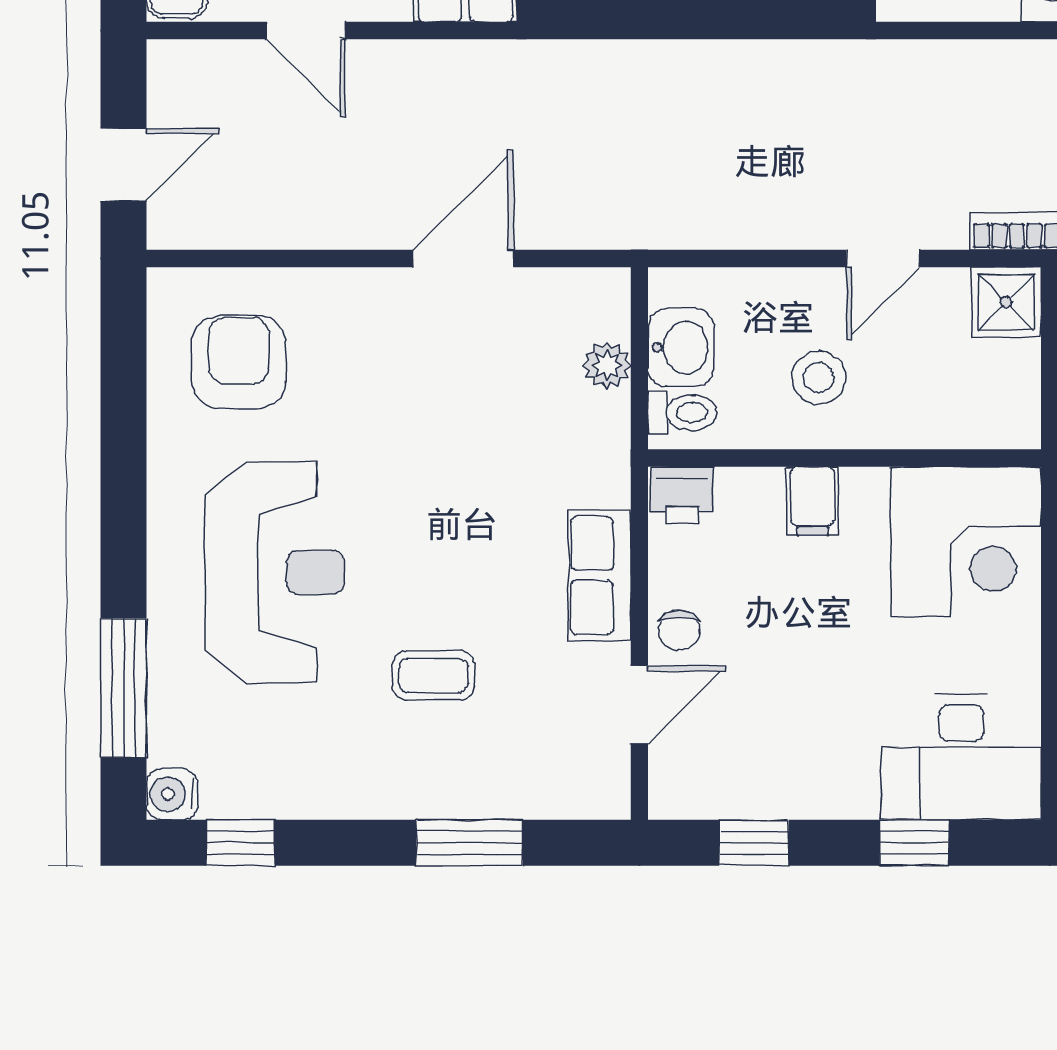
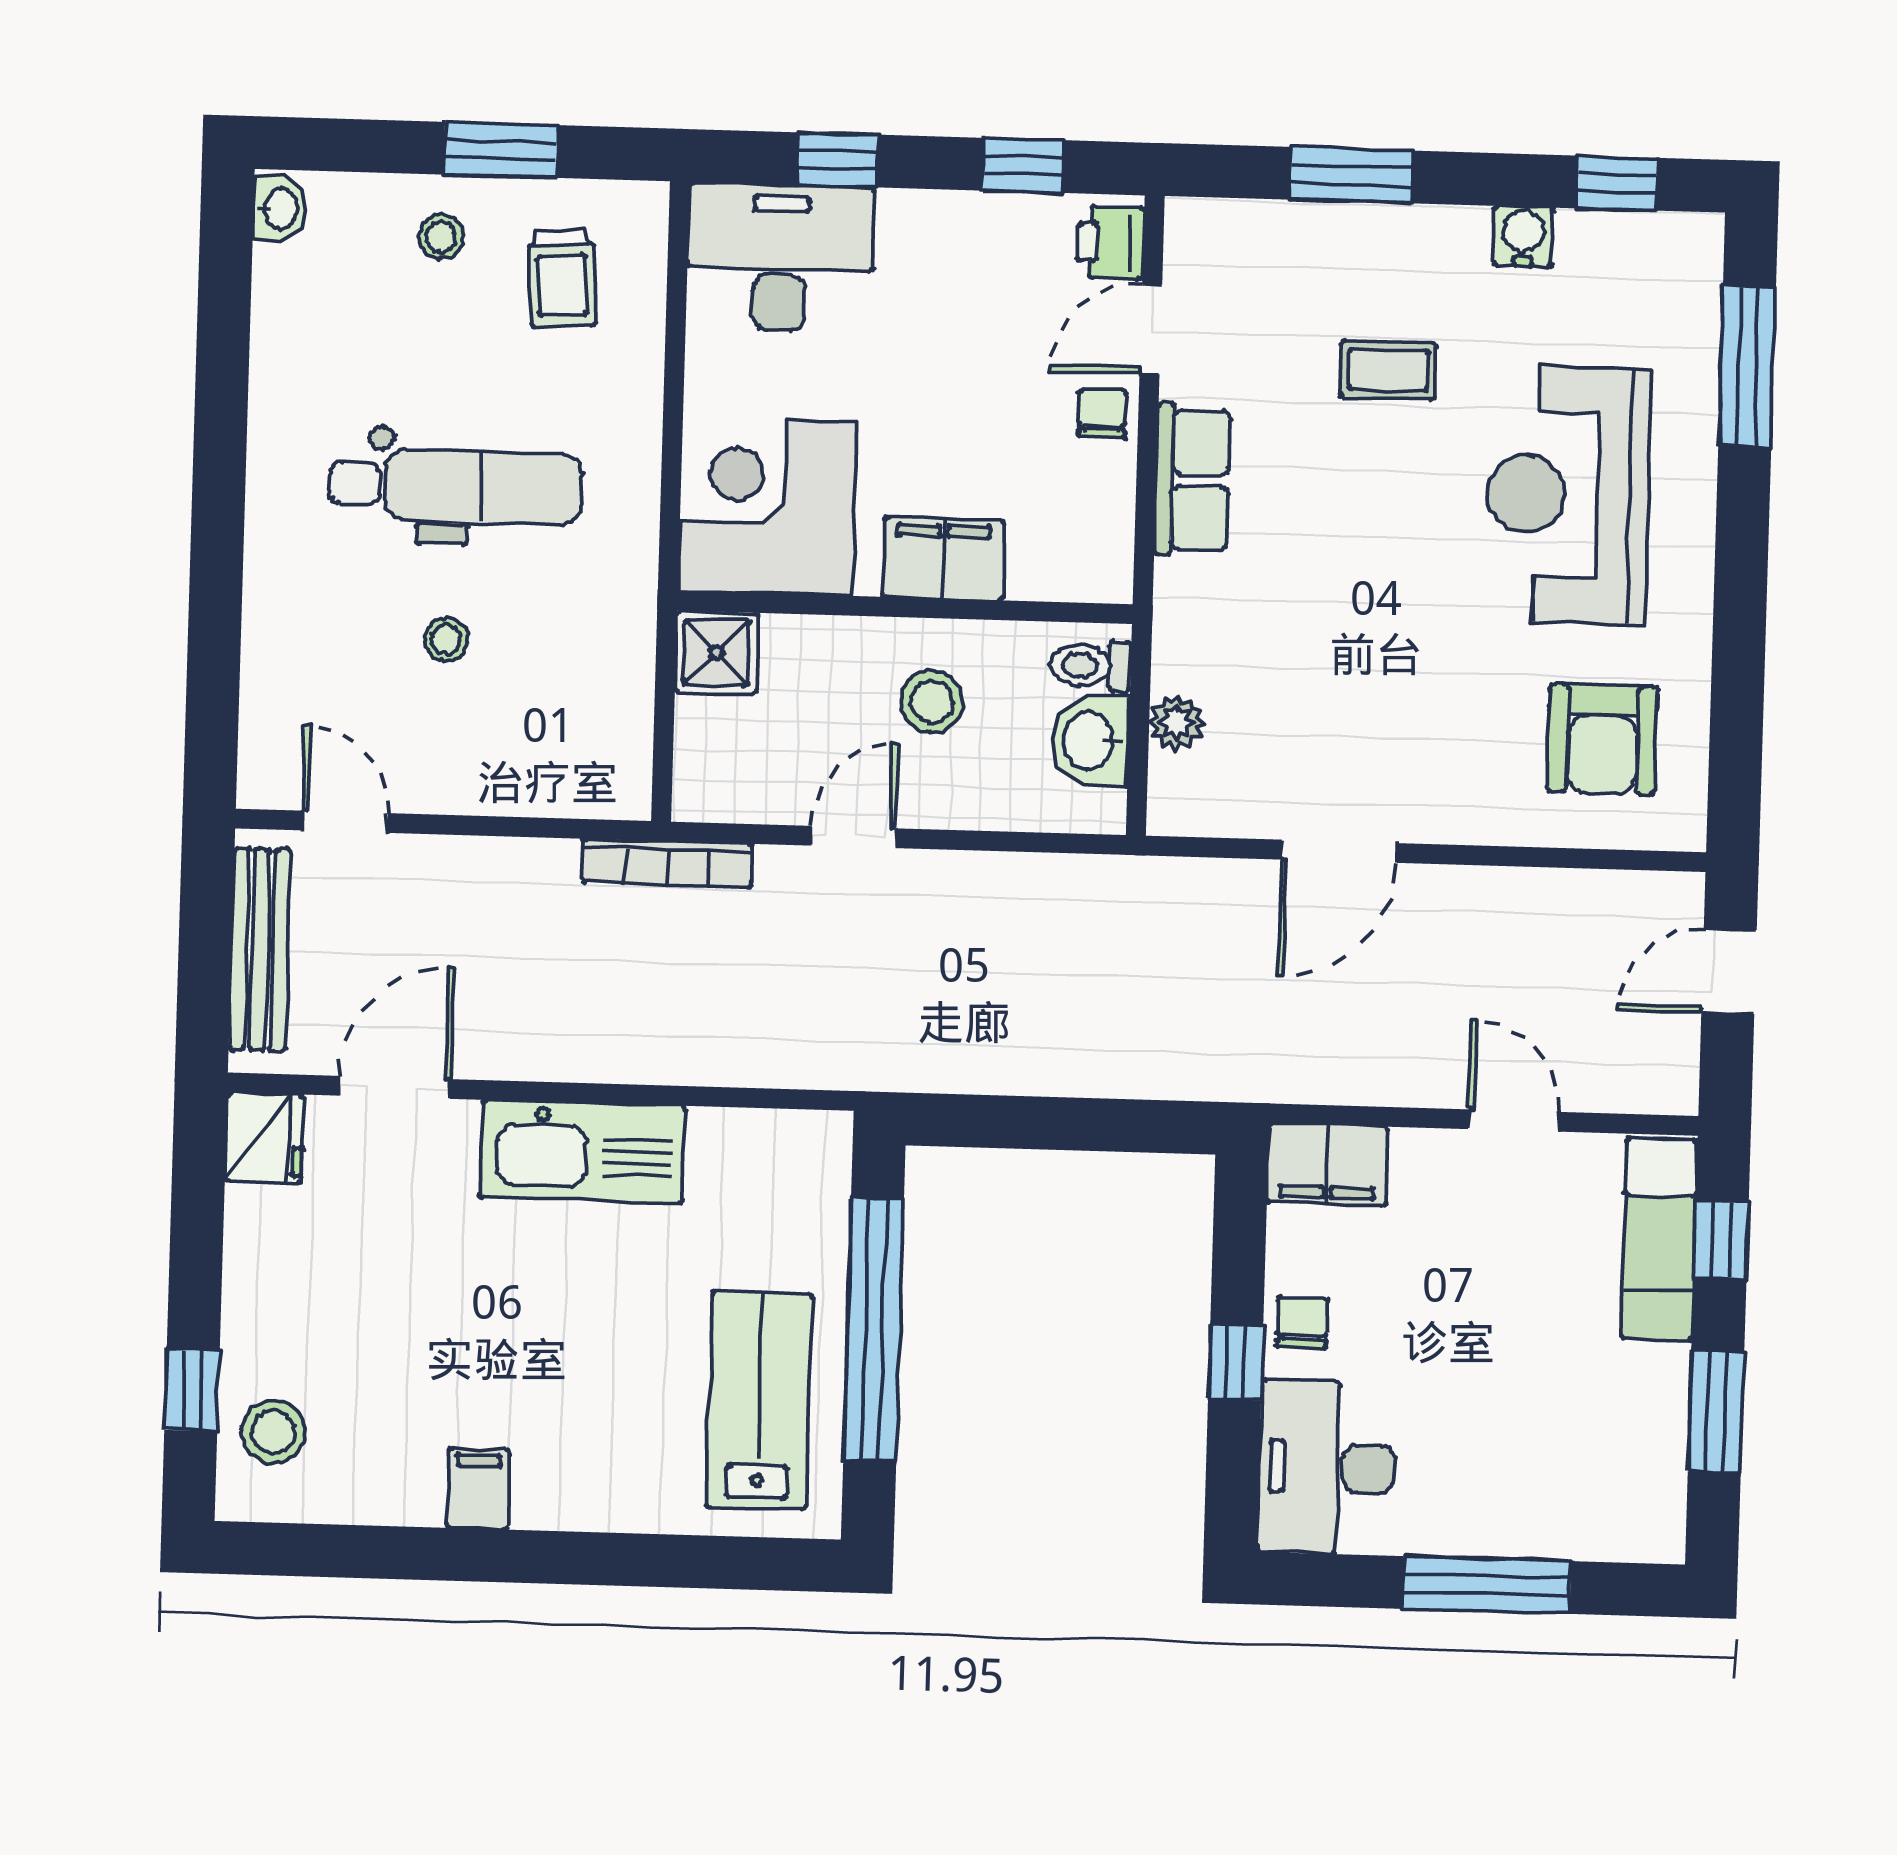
shower: (1006, 302) -> (717, 652), moved
printer: (682, 495) -> (1110, 243), moved, turned -90
filing cabinet: (813, 501) -> (943, 559), width x2.00
water cooler: (172, 794) -> (1524, 236), moved, turned -90

